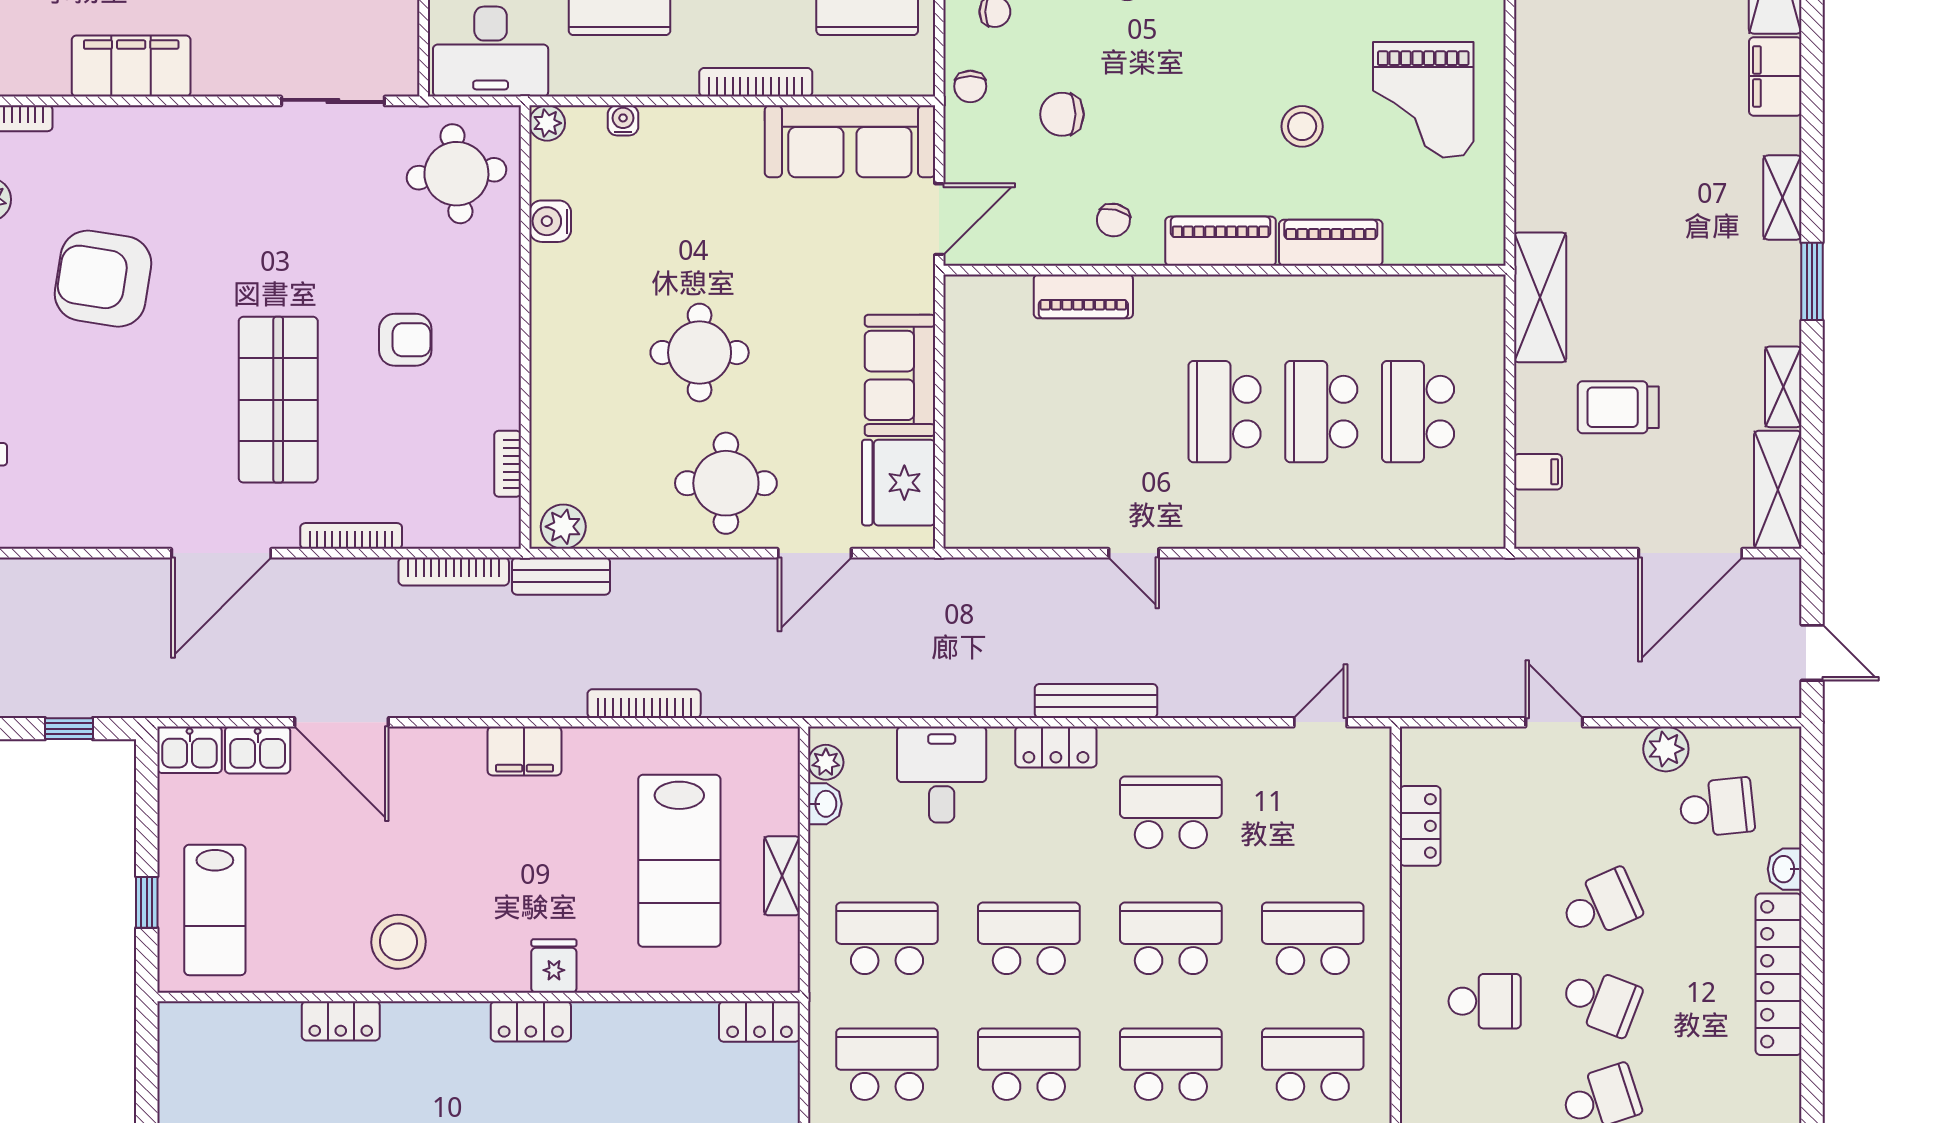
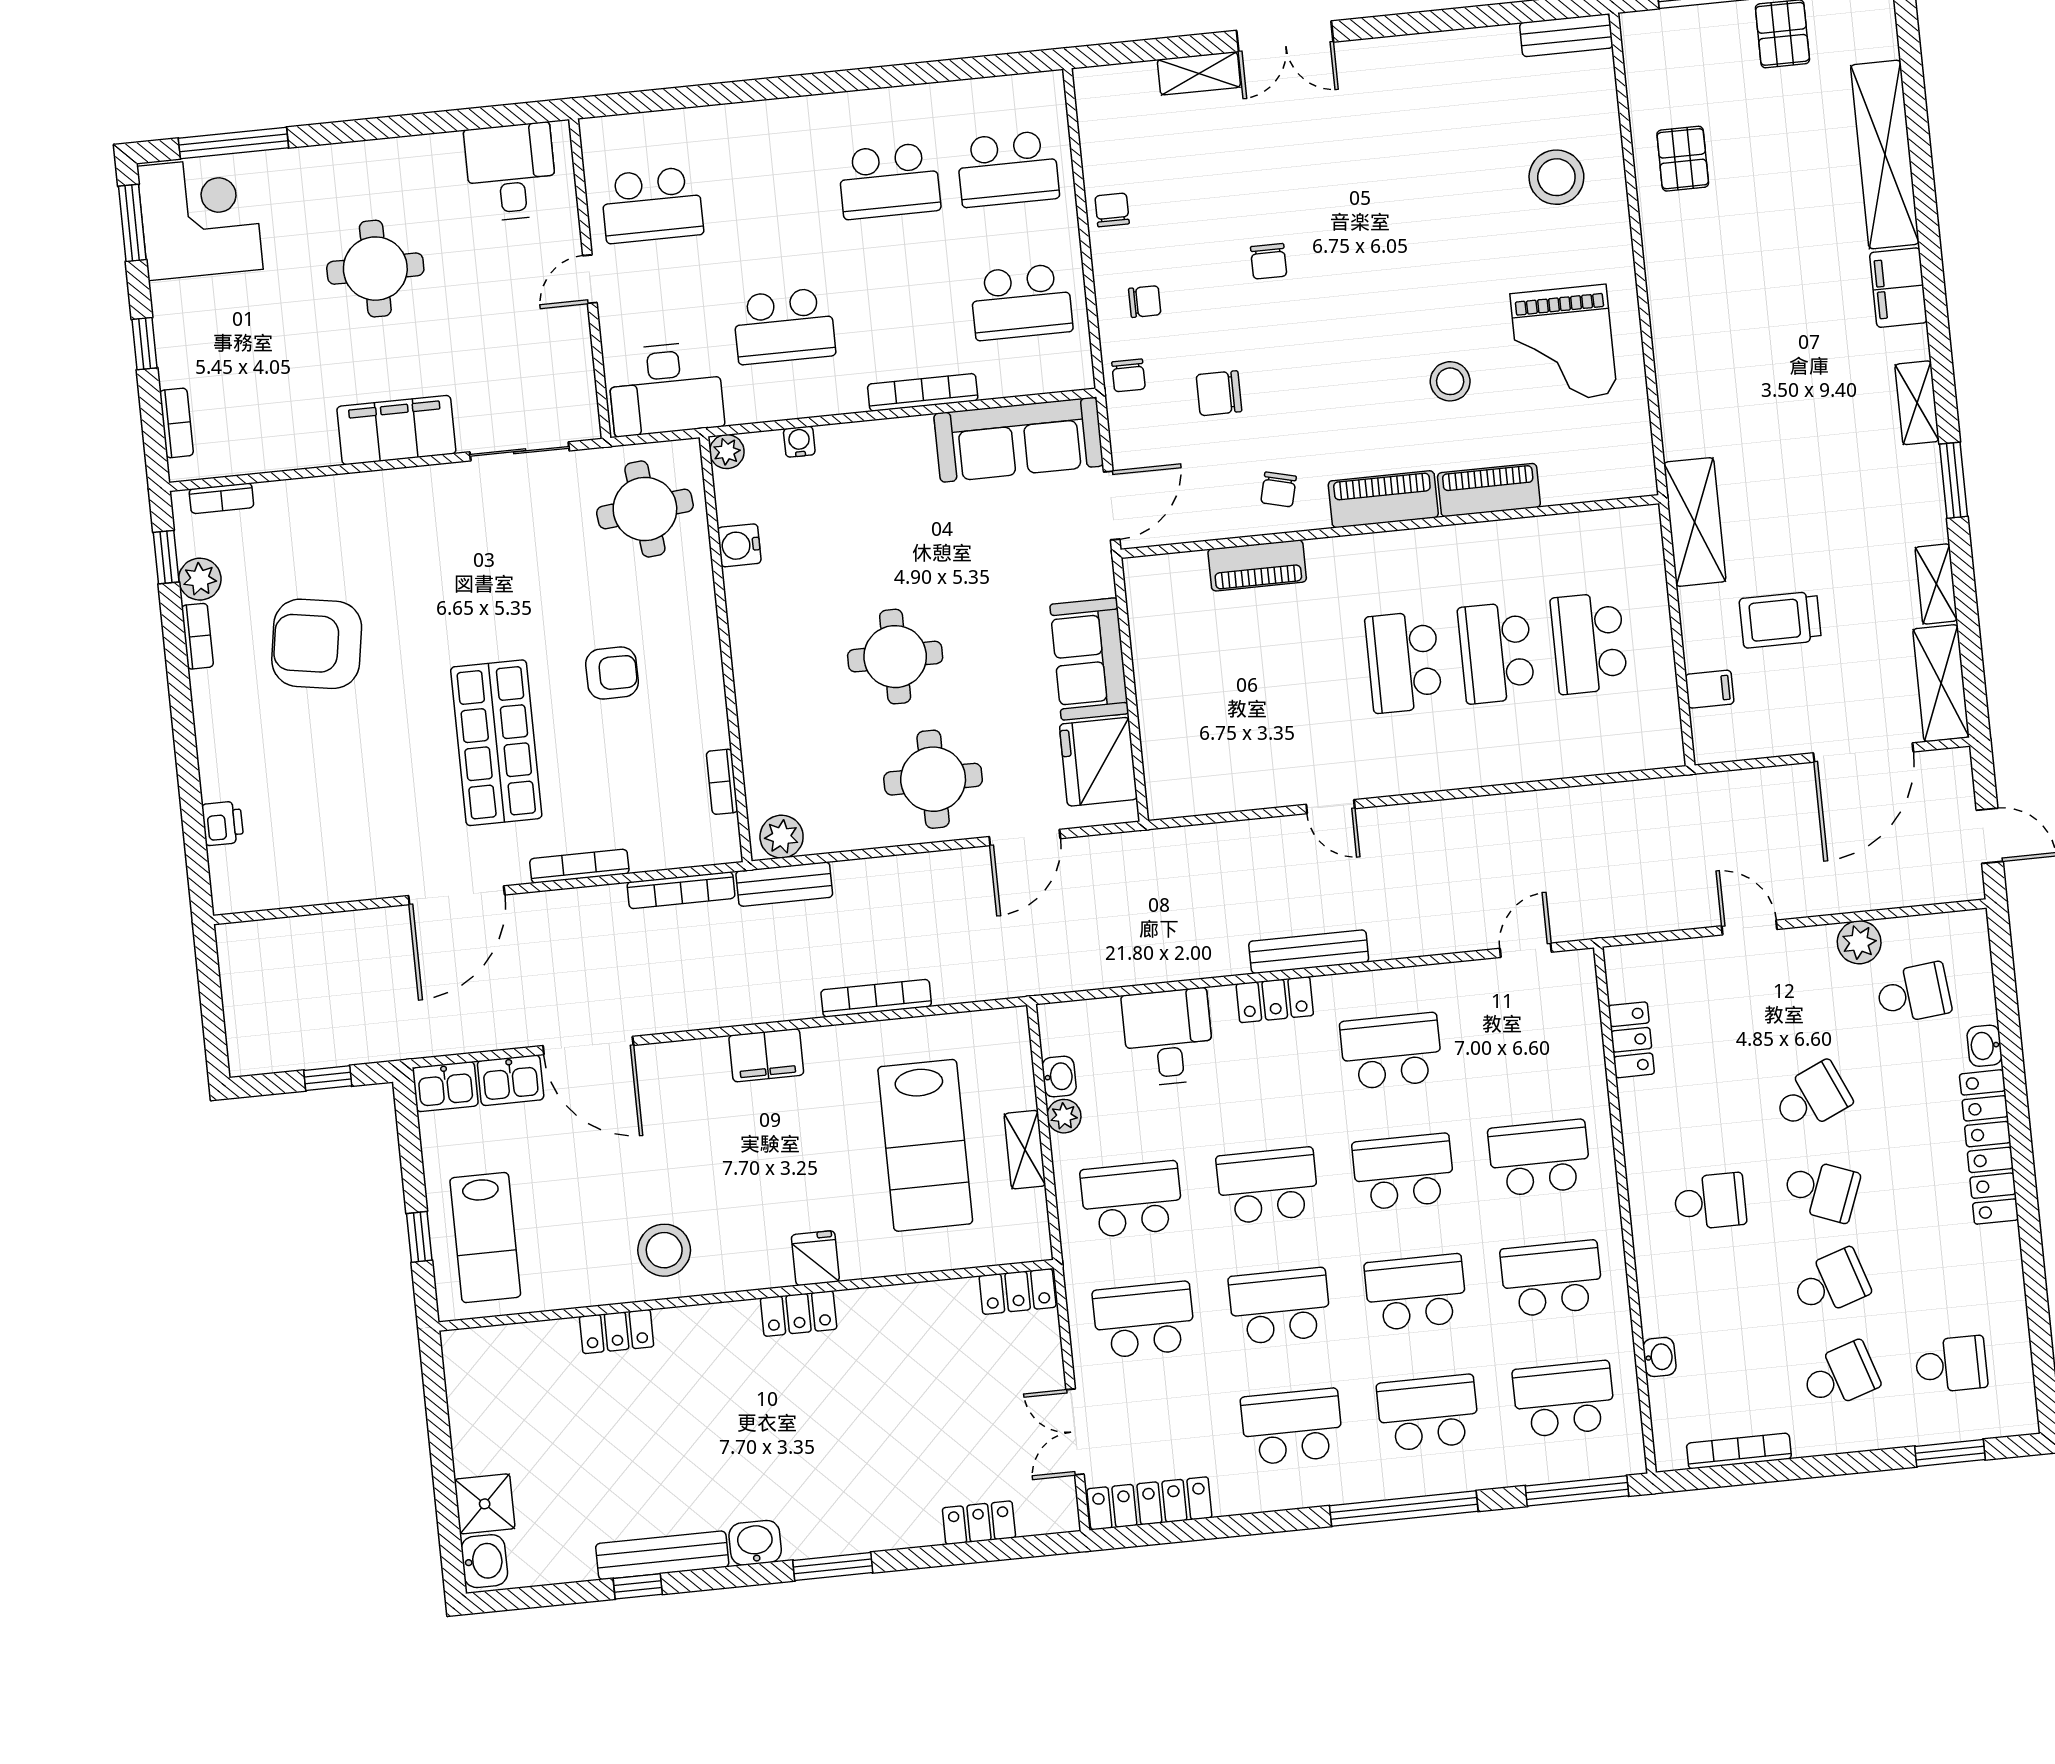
filing cabinet: (131, 66) -> (396, 430), moved
plant: (826, 762) -> (1064, 1116), moved

